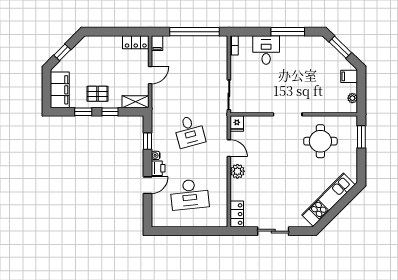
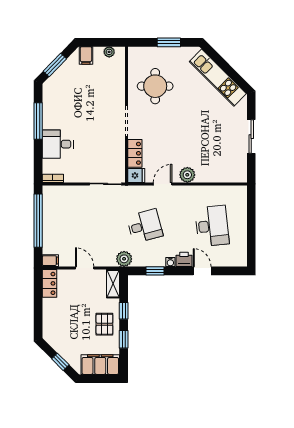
plant: (159, 112) -> (124, 259), added
window: (361, 137) -> (169, 42), moved
locker: (237, 214) -> (135, 153), moved, turned 90

